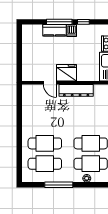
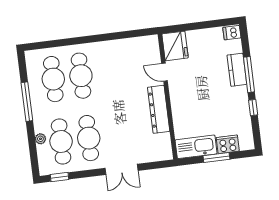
dishwasher: (72, 31) -> (232, 33), moved
fridge: (66, 73) -> (175, 46), moved
door: (50, 83) -> (165, 72), hinge flipped

